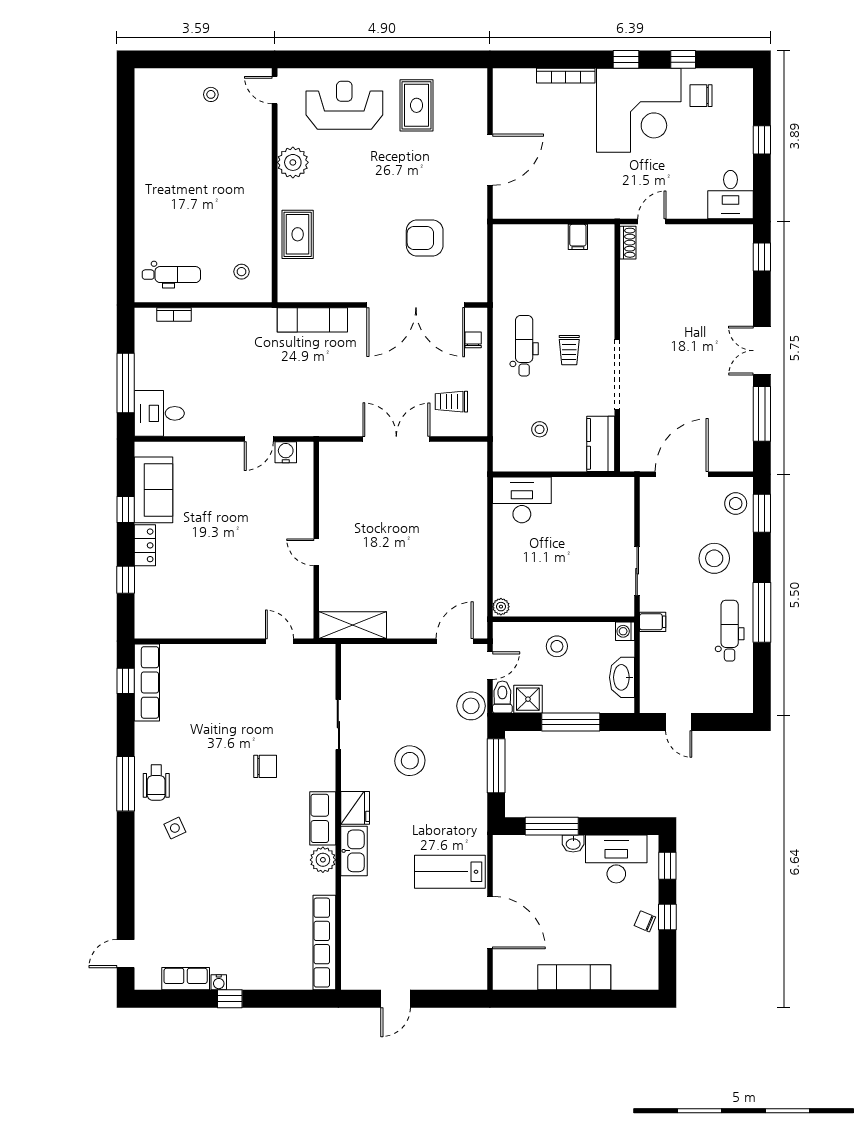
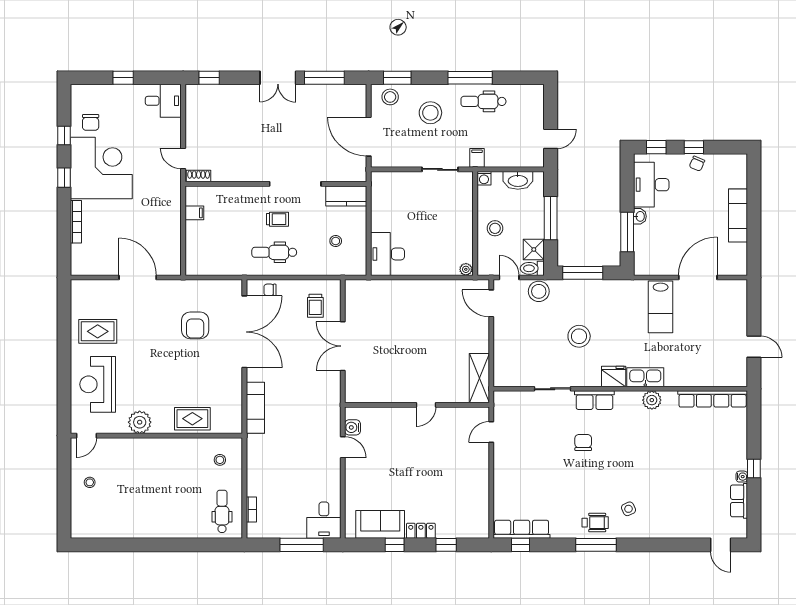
row of seats: (323, 818) -> (594, 400), moved

